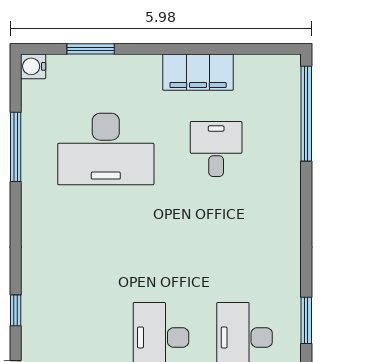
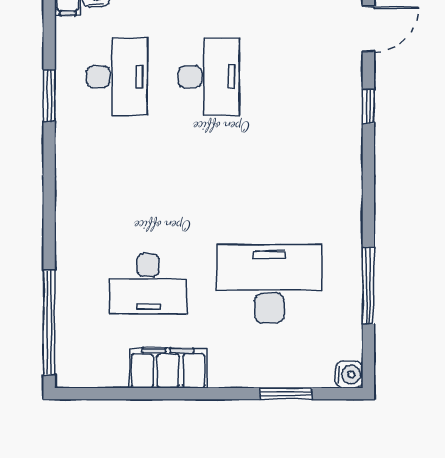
desk: (216, 149) -> (148, 284), width x1.37

